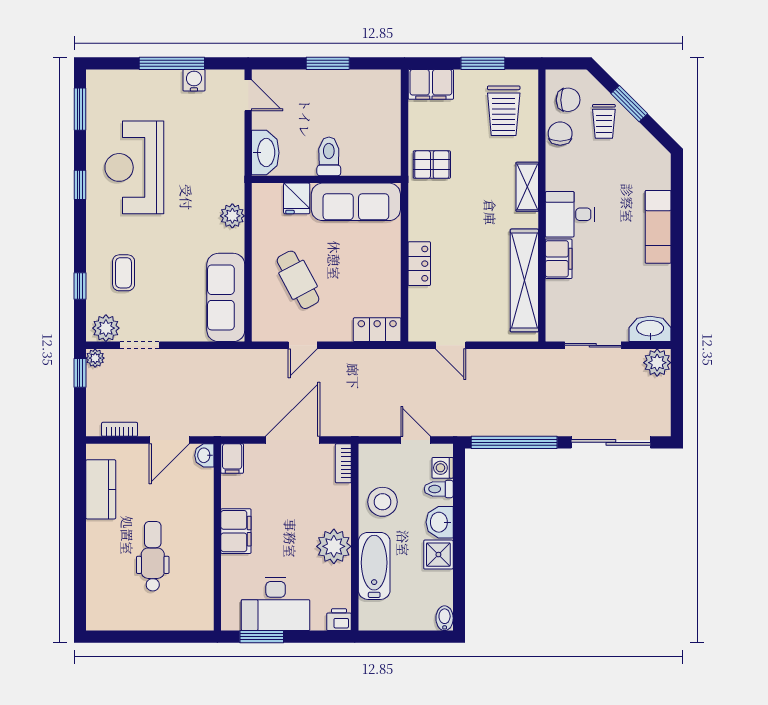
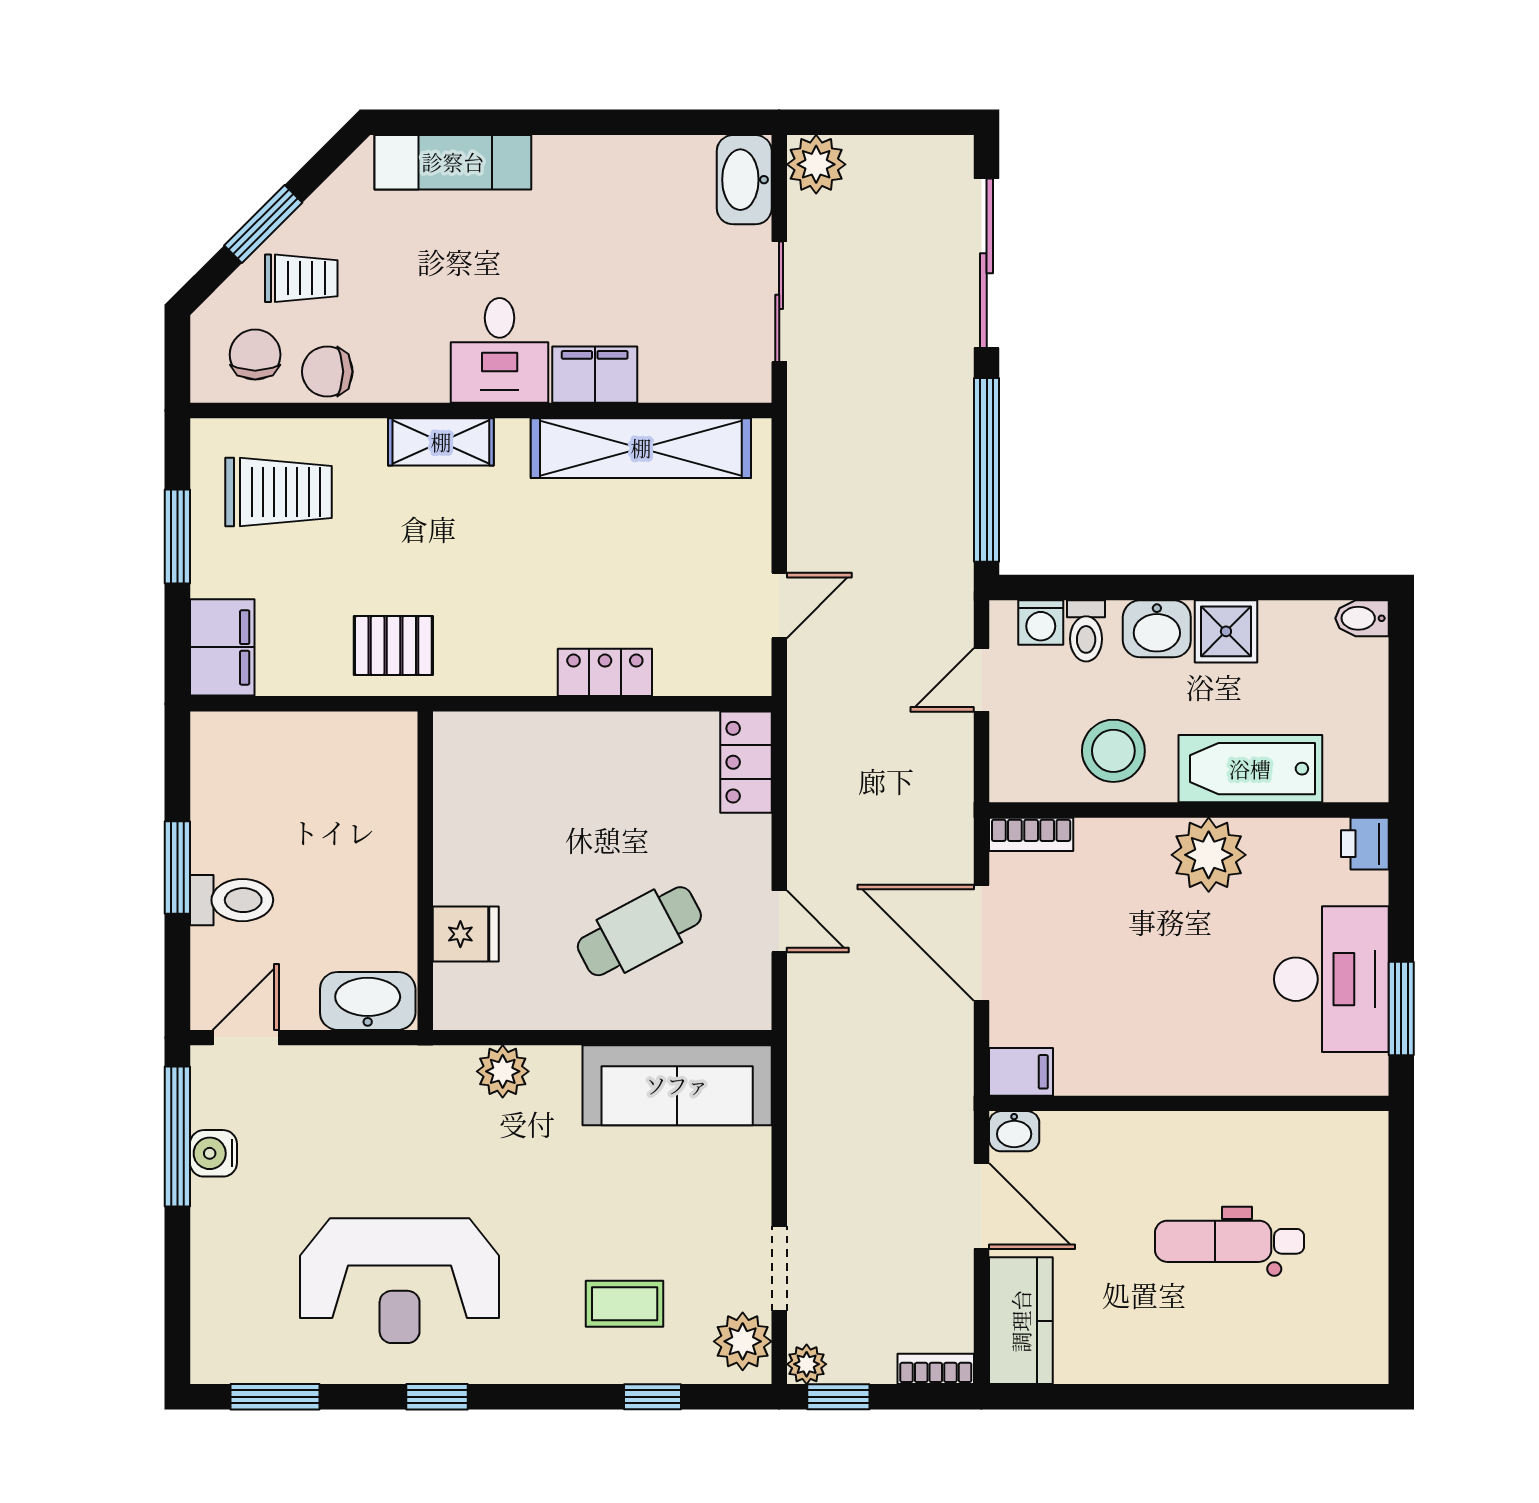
window: (172, 63) -> (177, 1137), moved
toilet: (329, 156) -> (232, 900), moved, turned 180
pallet: (432, 165) -> (393, 646), turned 90
sofa: (356, 202) -> (473, 808), removed
exam couch: (658, 227) -> (453, 162), moved
bookcase: (120, 429) -> (936, 1369), moved, turned 90
kitchen counter: (101, 489) -> (1021, 1321), moved, turned 90
filing cabinet: (236, 531) -> (1176, 1064), removed

